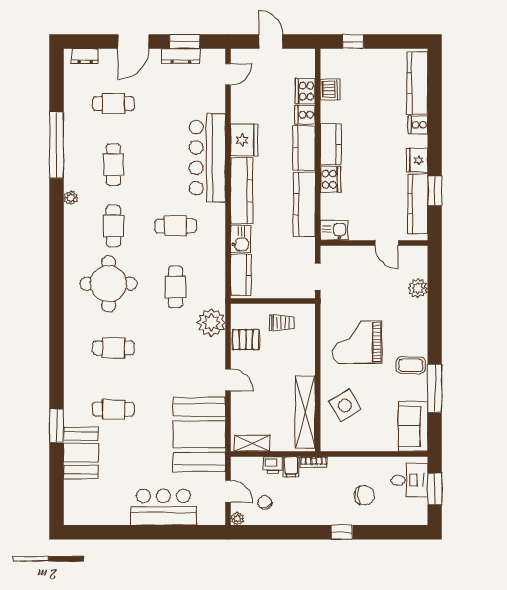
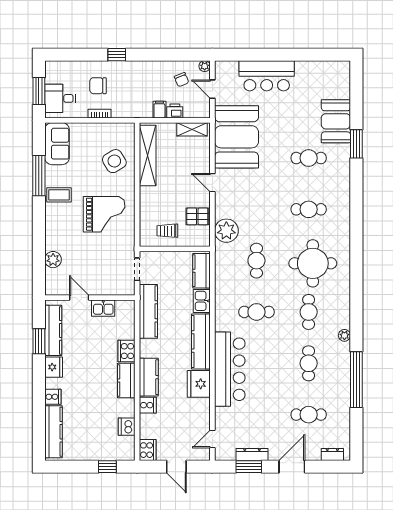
cooker: (305, 91) -> (148, 450), moved
kitchen counter: (304, 204) -> (148, 311), moved
kitchen sink: (334, 230) -> (103, 308), moved
bookcase: (314, 462) -> (100, 114), moved

